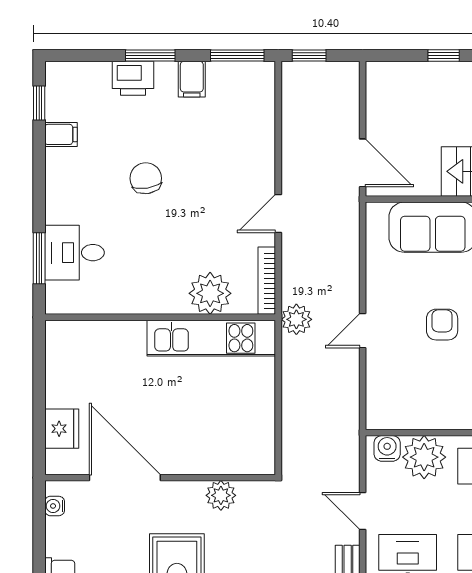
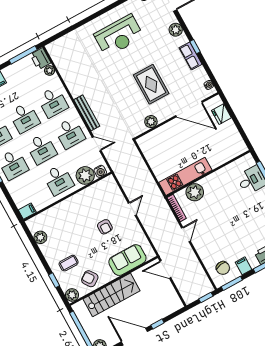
chair: (146, 178) -> (223, 268), moved
plant: (296, 319) -> (158, 200), removed

